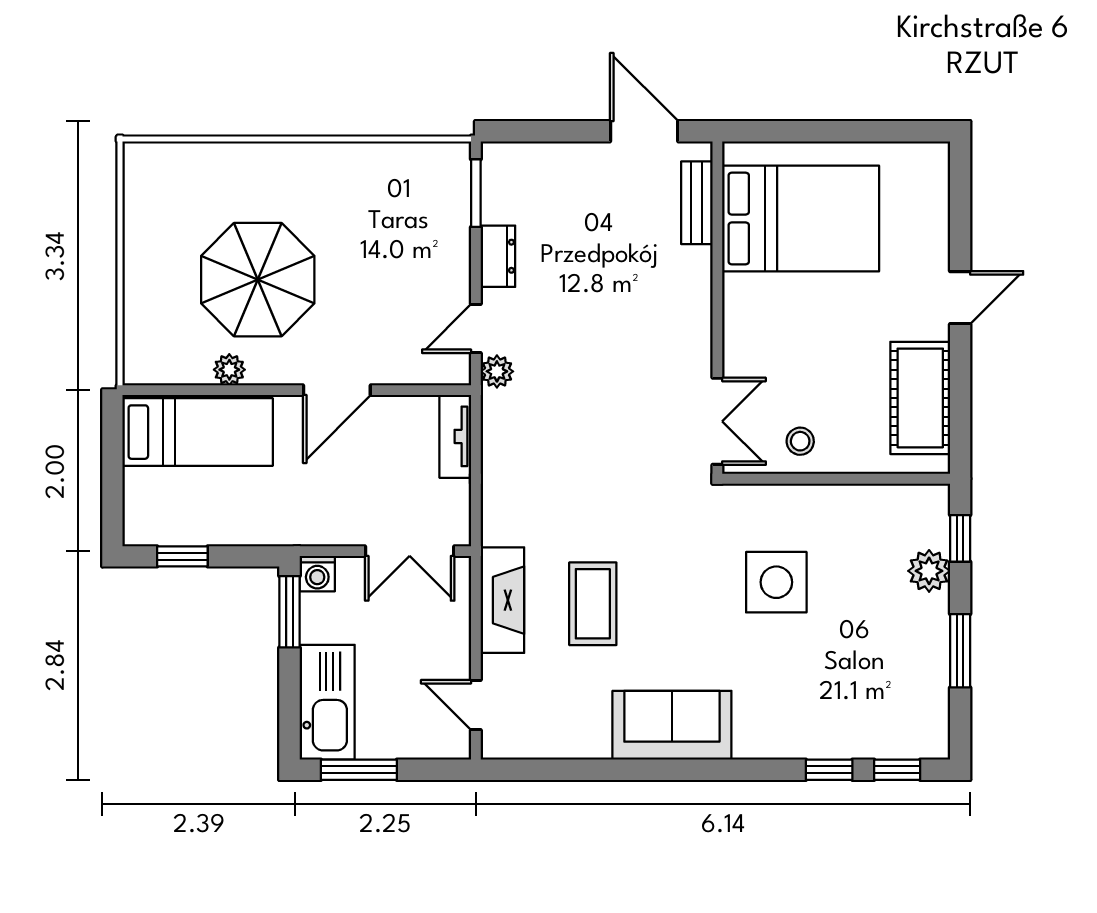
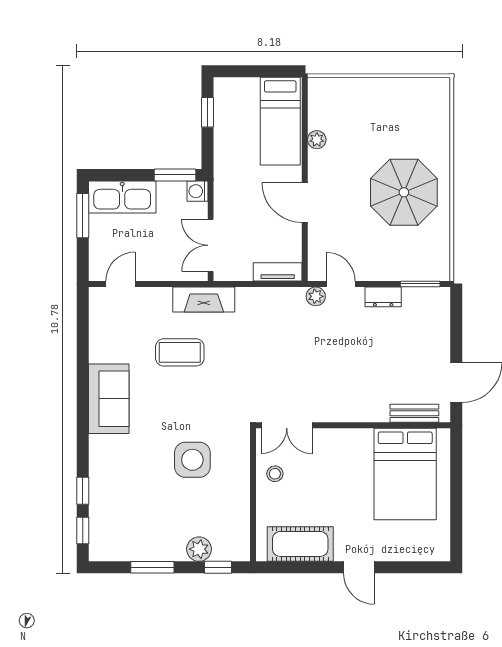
parasol: (258, 280) -> (404, 192), moved
fireplace: (502, 600) -> (204, 300), moved

